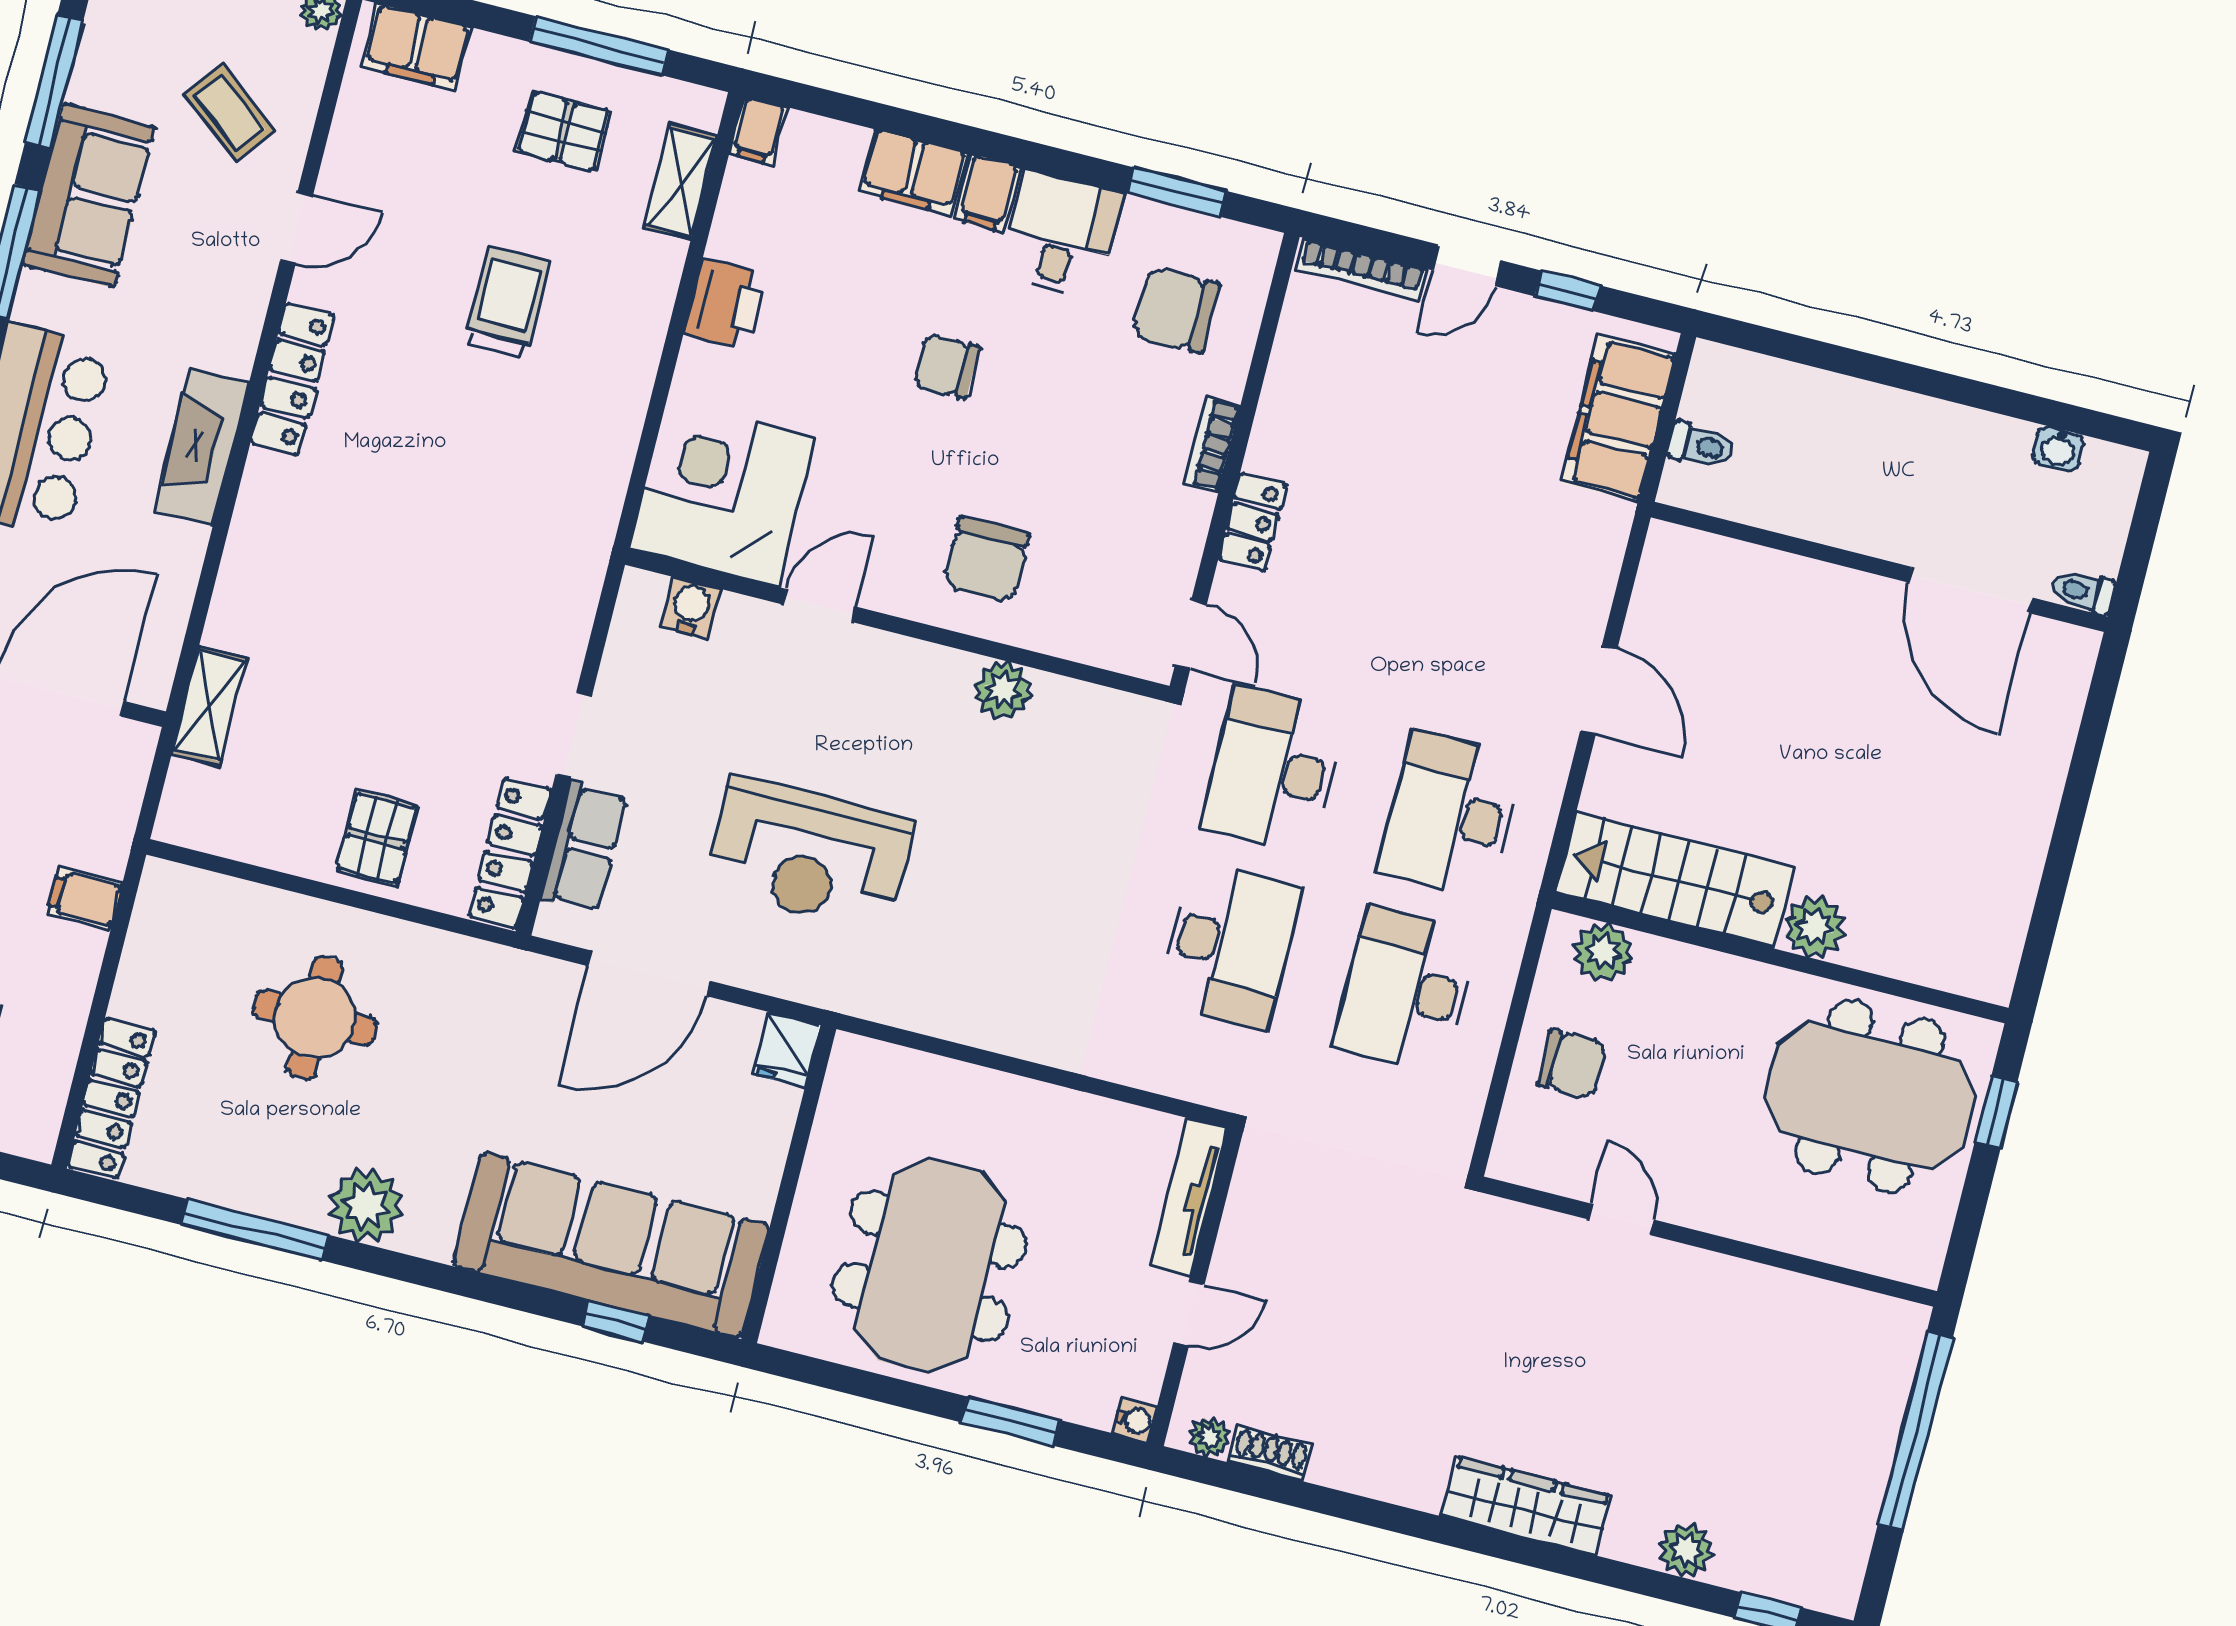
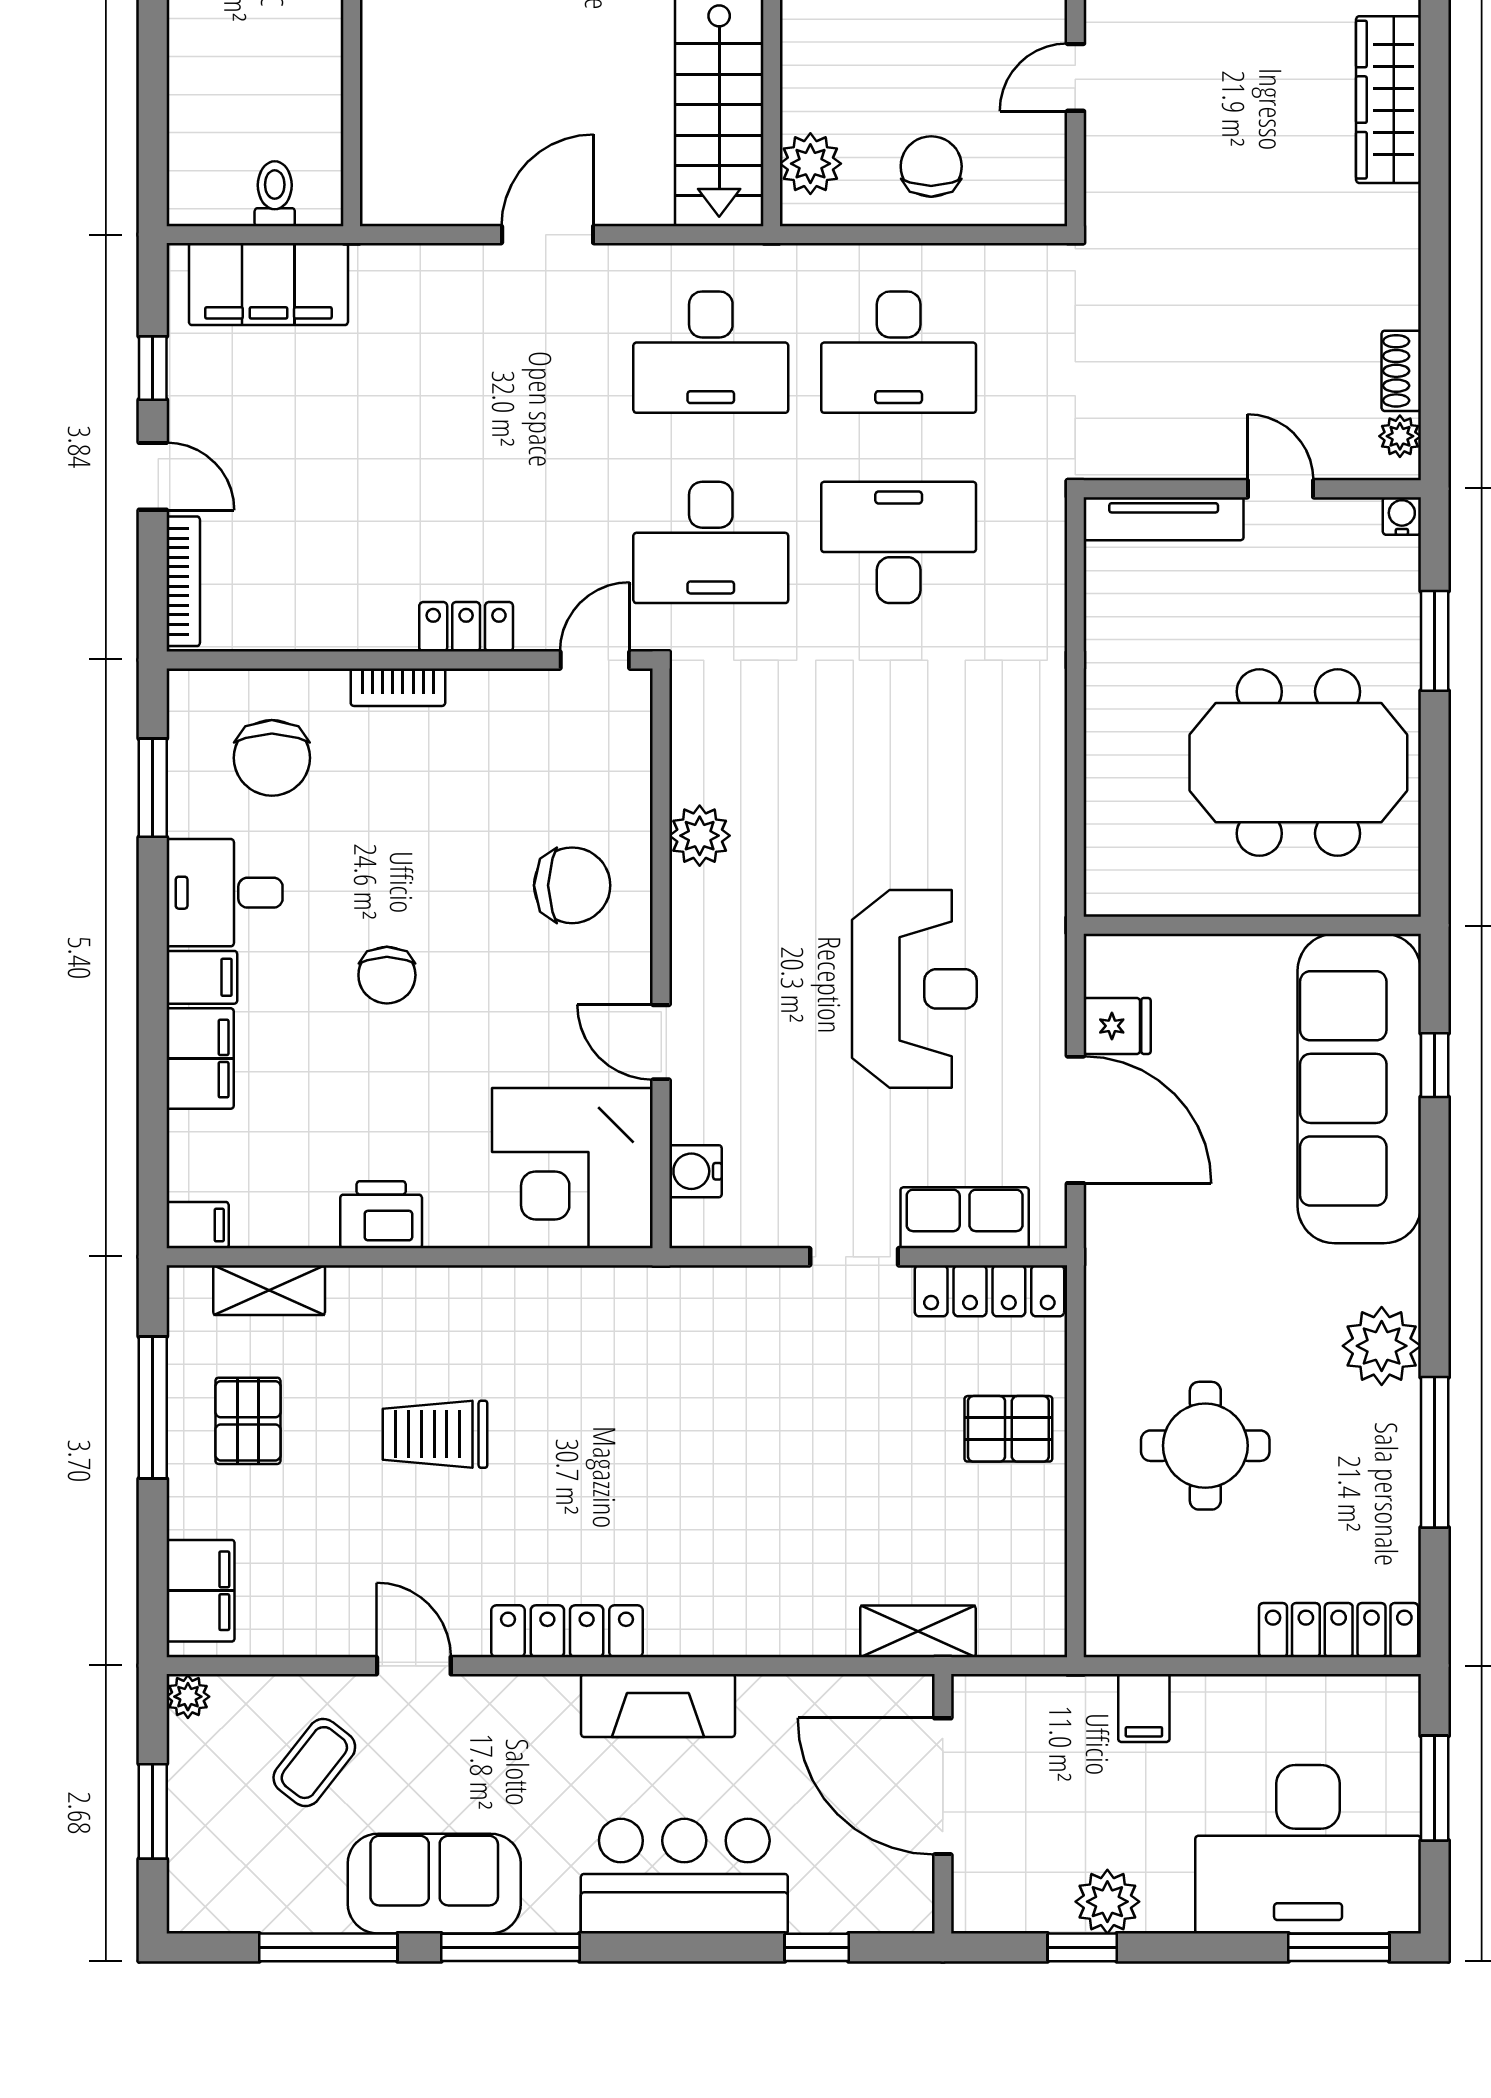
fridge: (787, 1050) -> (1117, 1026), moved

